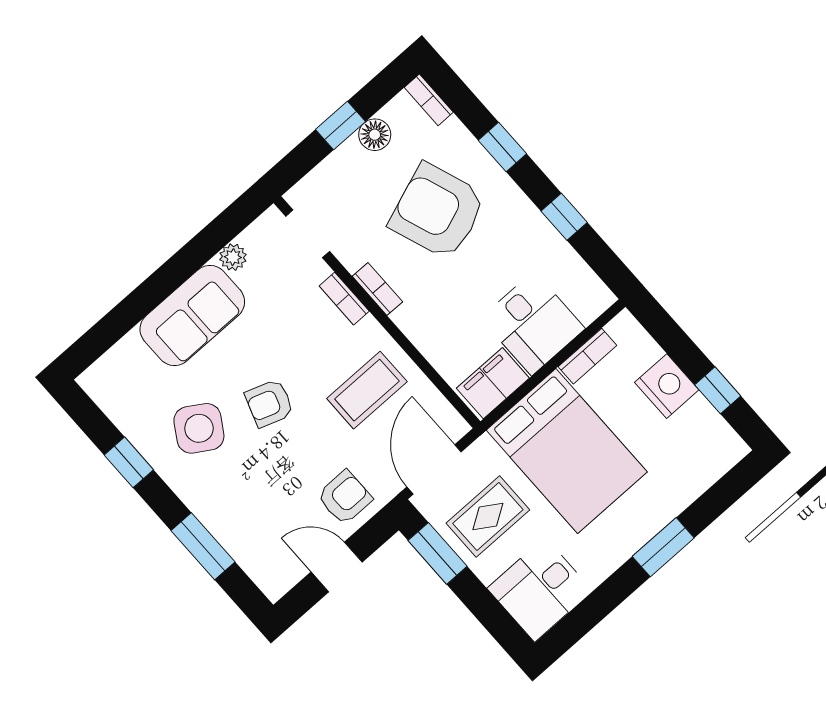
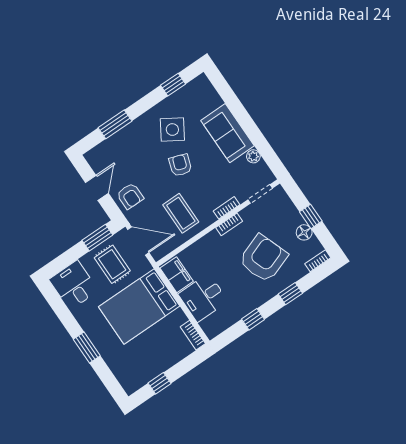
bookcase: (587, 356) -> (193, 335), moved
nightstand: (667, 386) -> (165, 359), removed
window: (129, 462) -> (173, 85), moved

